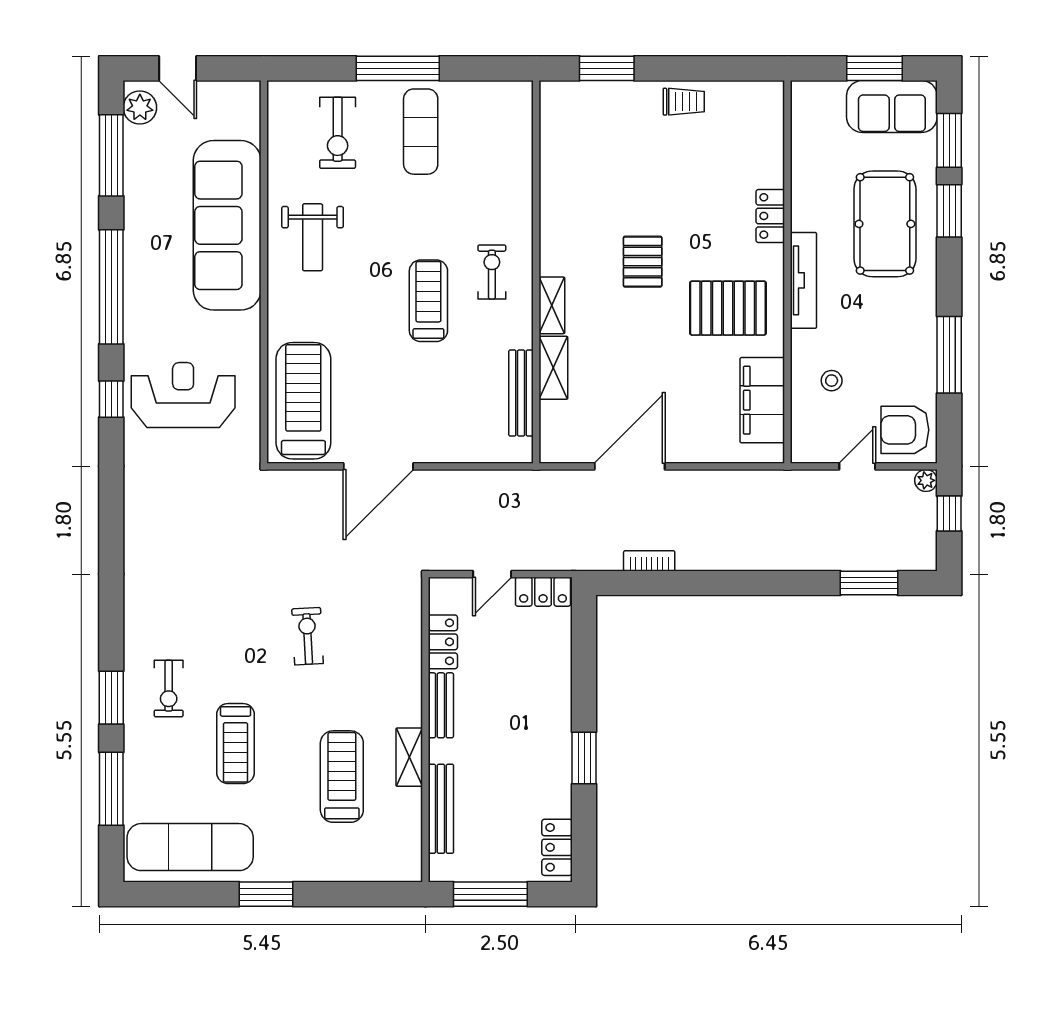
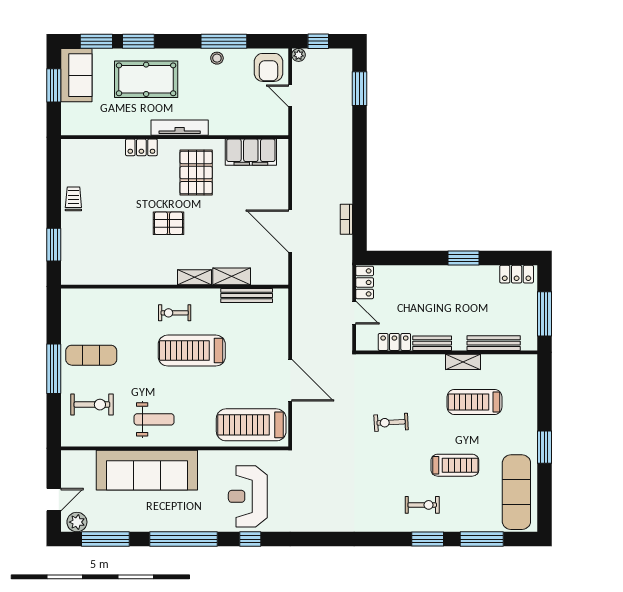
treadmill: (428, 301) -> (192, 351), width x1.37, depth x1.38
stool: (832, 381) -> (217, 58), moved

